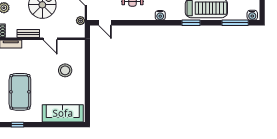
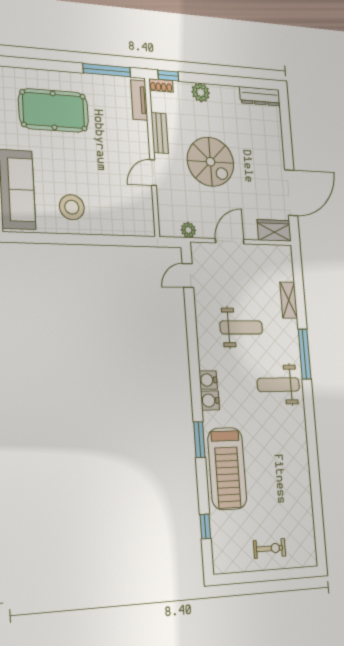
water cooler: (252, 15) -> (210, 401), moved
window: (235, 23) -> (205, 526), width x0.46
stool: (65, 70) -> (72, 207), moved

